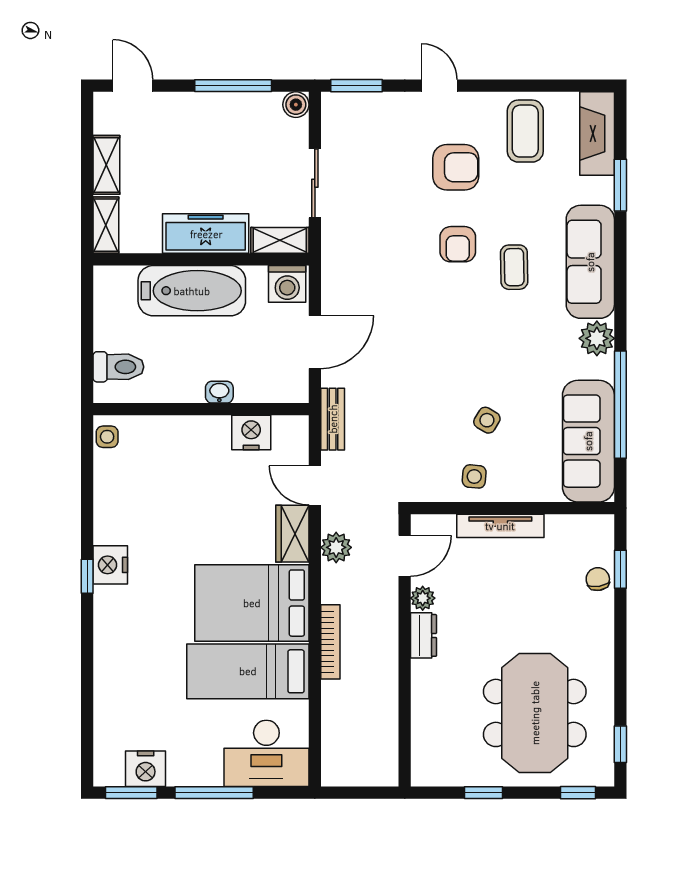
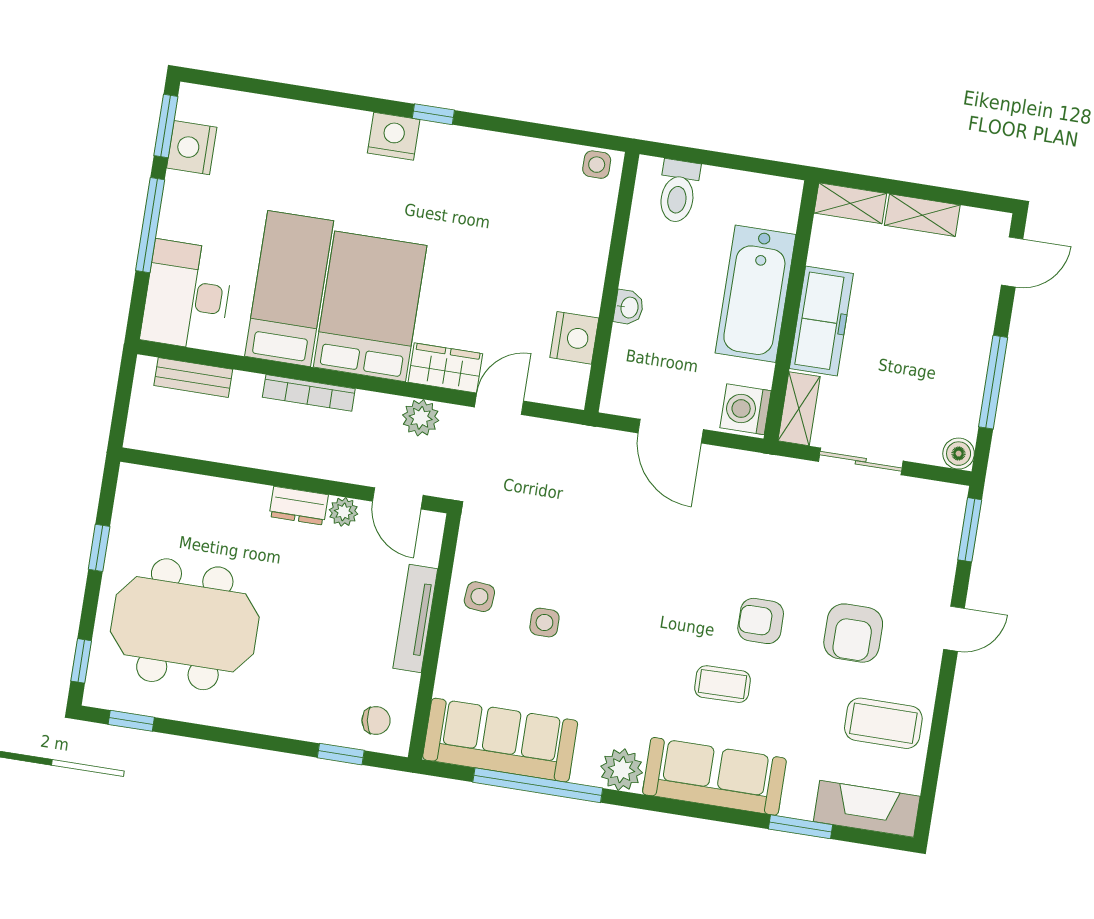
bench: (333, 419) -> (193, 377), moved
side table: (487, 420) -> (544, 623), turned -31
nightstand: (110, 565) -> (394, 136), moved
chair: (598, 579) -> (376, 720), moved

